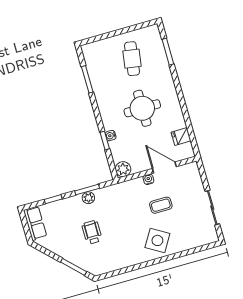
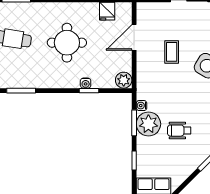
water cooler: (148, 179) -> (142, 106), moved
plant: (88, 198) -> (148, 124), width x1.88, depth x1.88

